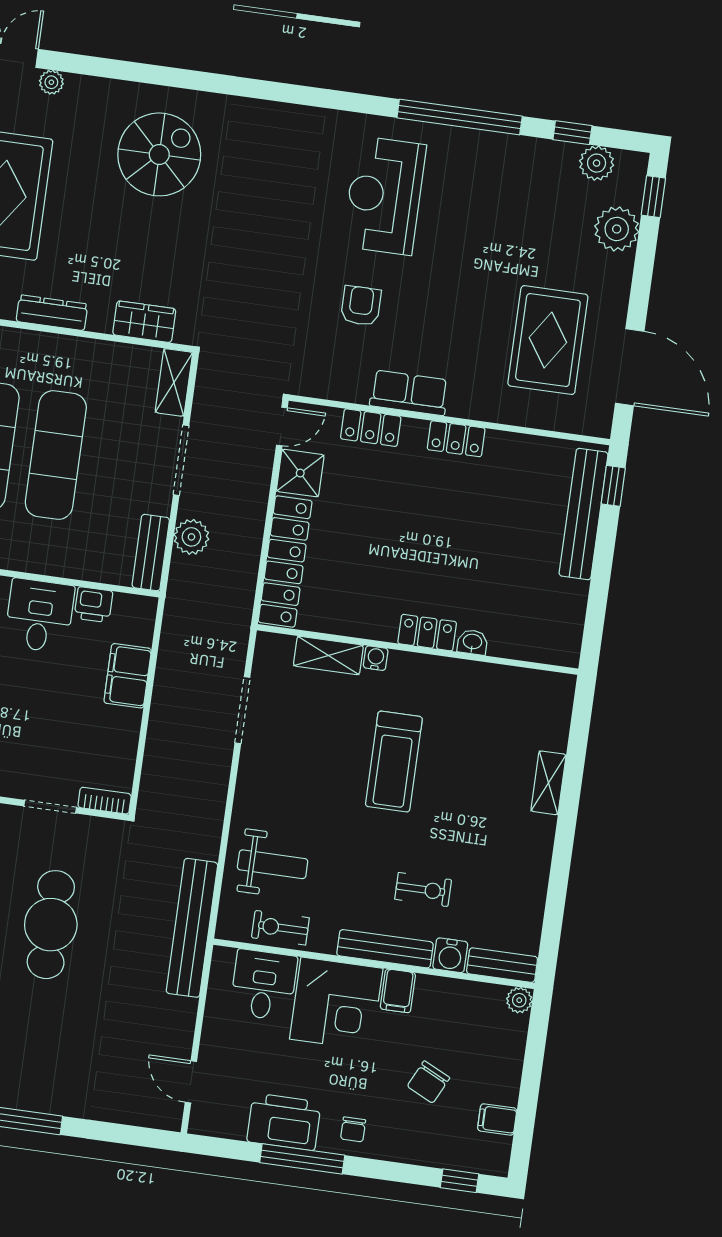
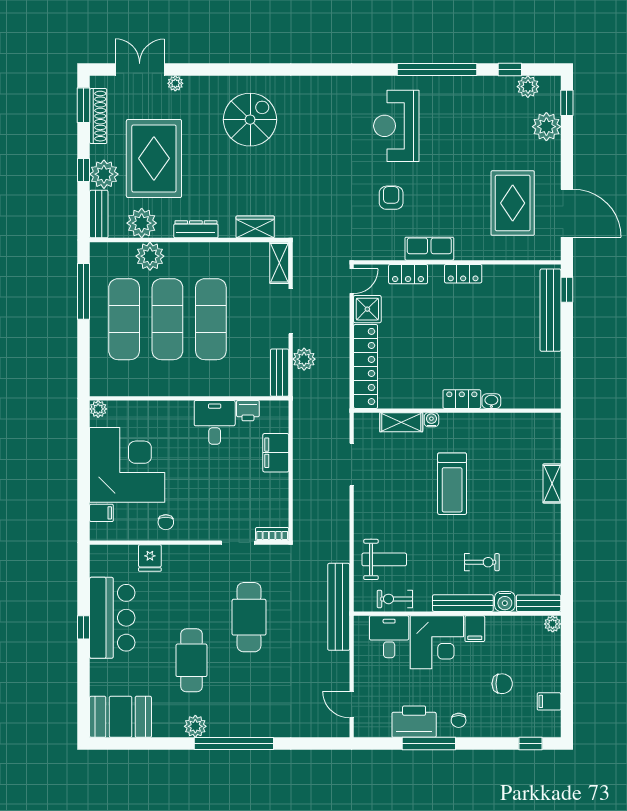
chair: (428, 1082) -> (502, 684), turned -116

